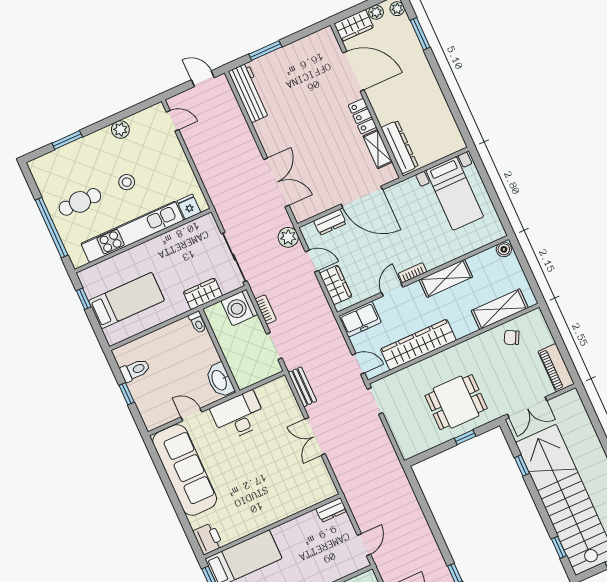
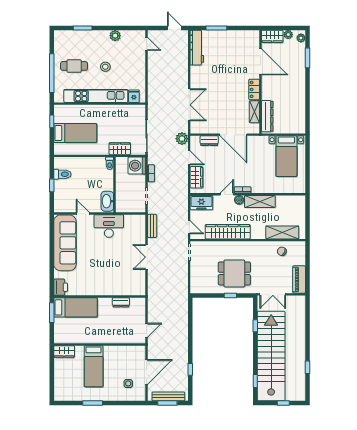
boiler: (504, 249) -> (239, 200), moved
dresser: (331, 510) -> (121, 302), moved

